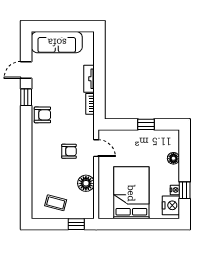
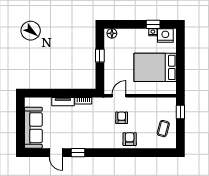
armchair: (42, 115) -> (130, 139), moved
floor lamp: (173, 158) -> (112, 33), moved
floor lamp: (86, 183) -> (147, 104), removed

